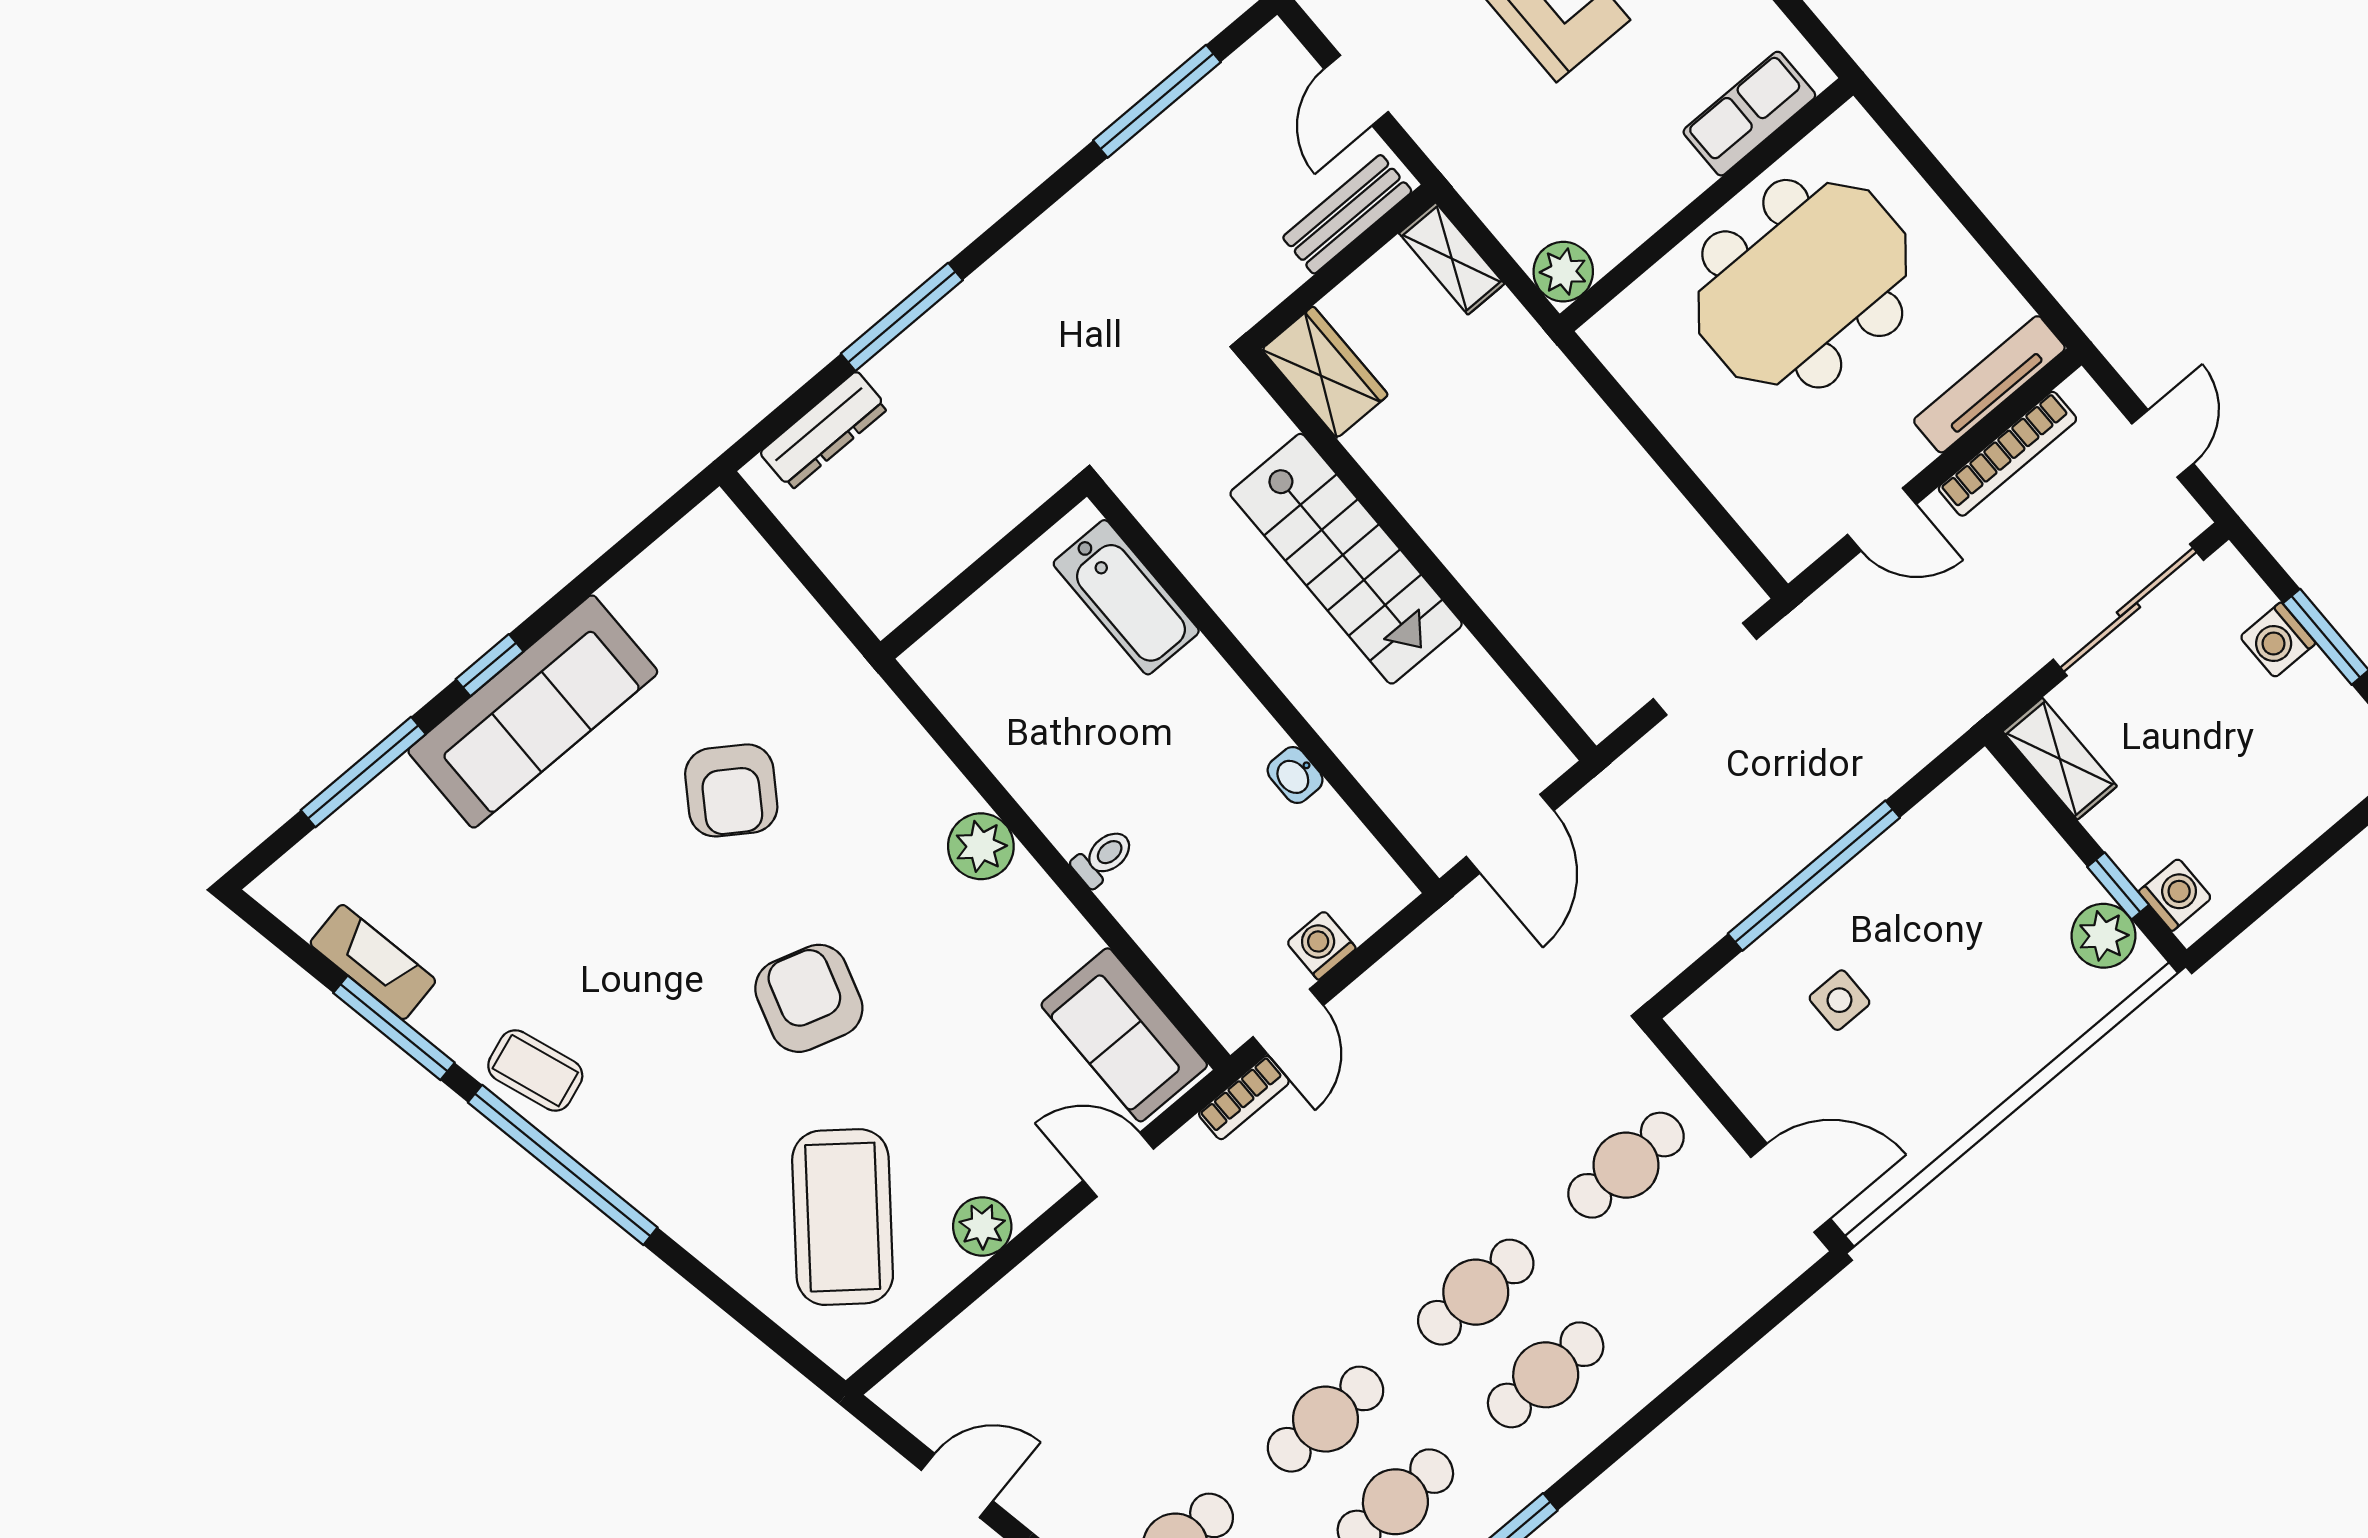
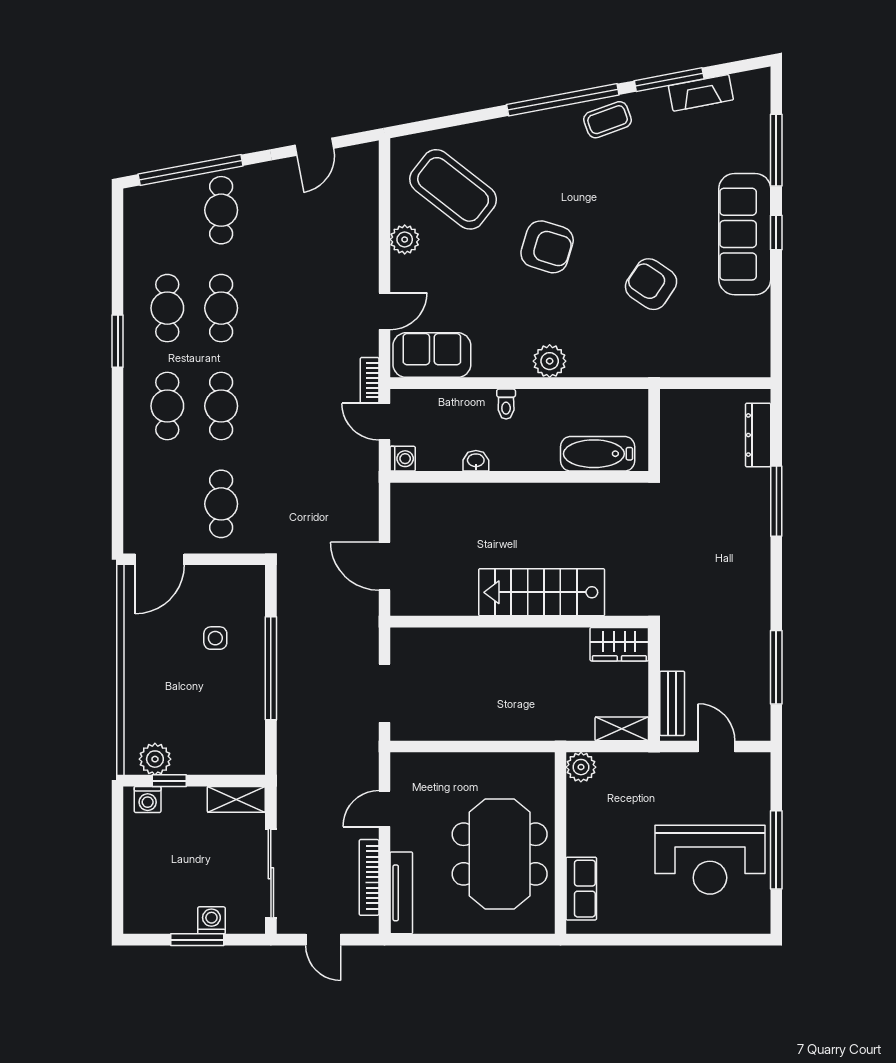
bathtub: (1126, 597) -> (598, 454), moved
wall: (1263, 687) -> (519, 477), moved
washbasin: (1295, 775) -> (476, 461), moved

